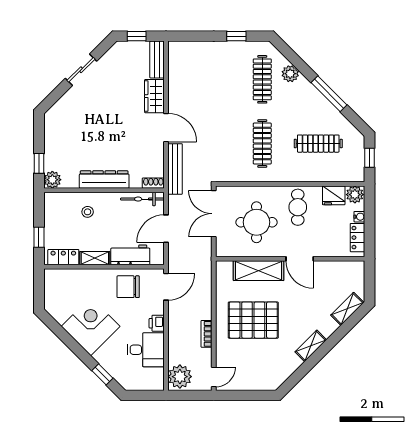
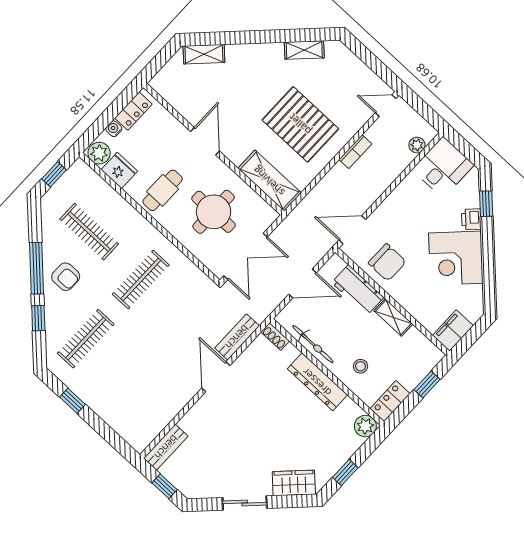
window: (301, 66) -> (38, 318), added
plant: (290, 74) -> (55, 320), removed
wardrobe: (154, 96) -> (294, 483), moved, turned -135
armchair: (307, 105) -> (66, 277), added
window: (39, 163) -> (345, 473), moved
bench: (175, 169) -> (237, 337), width x0.73
bicycle: (142, 199) -> (313, 344), moved
locker: (63, 257) -> (390, 401), moved, turned 90
shelving: (259, 271) -> (269, 181), moved
filing cabinet: (53, 283) -> (453, 331), added
printer: (157, 323) -> (471, 219), moved, turned 135
shelving: (311, 346) -> (304, 50), moved
desk: (146, 350) -> (443, 167), moved, turned 90
plant: (180, 377) -> (417, 145), width x0.53, depth x0.53

